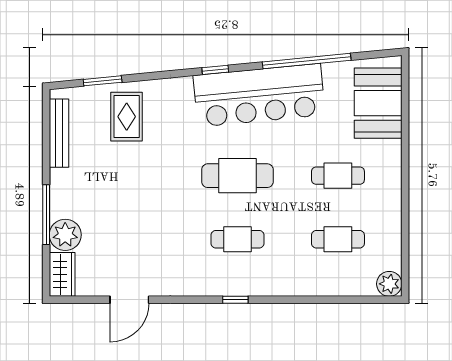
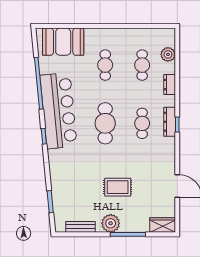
rug: (127, 117) -> (118, 187), moved
bench: (59, 133) -> (81, 227), width x0.73
plant: (65, 235) -> (111, 223), moved
plant: (389, 284) -> (168, 54), moved
dresser: (240, 287) -> (170, 122), added
dresser: (304, 287) -> (170, 85), added

